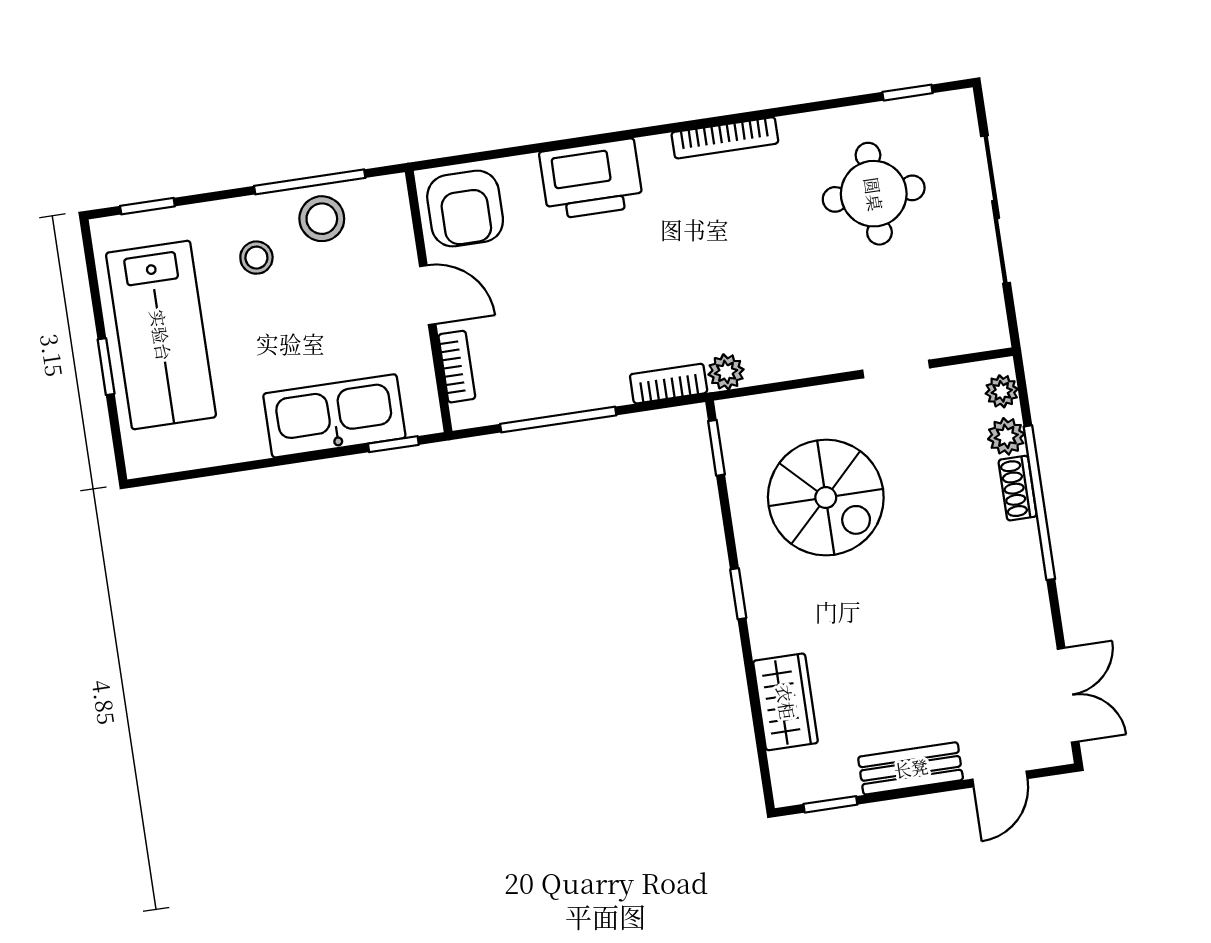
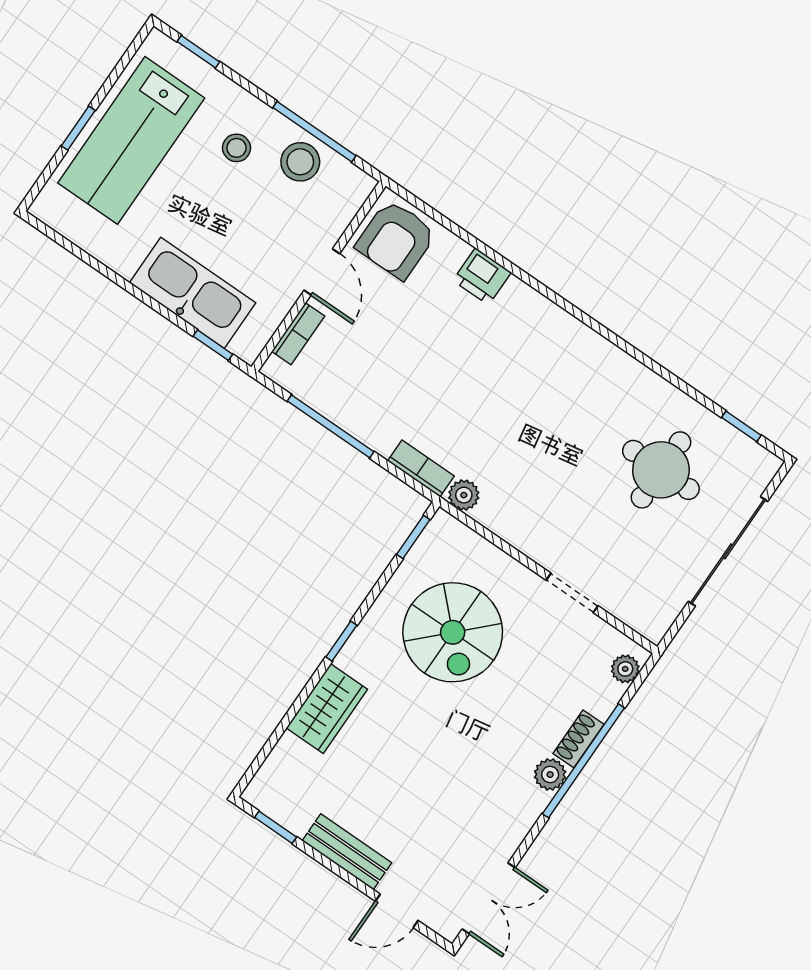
bookcase: (725, 138) -> (600, 348), removed
printer: (591, 179) -> (482, 276), width x0.53, depth x0.68
plant: (1006, 436) -> (550, 775), moved
wardrobe: (786, 702) -> (327, 709), moved

